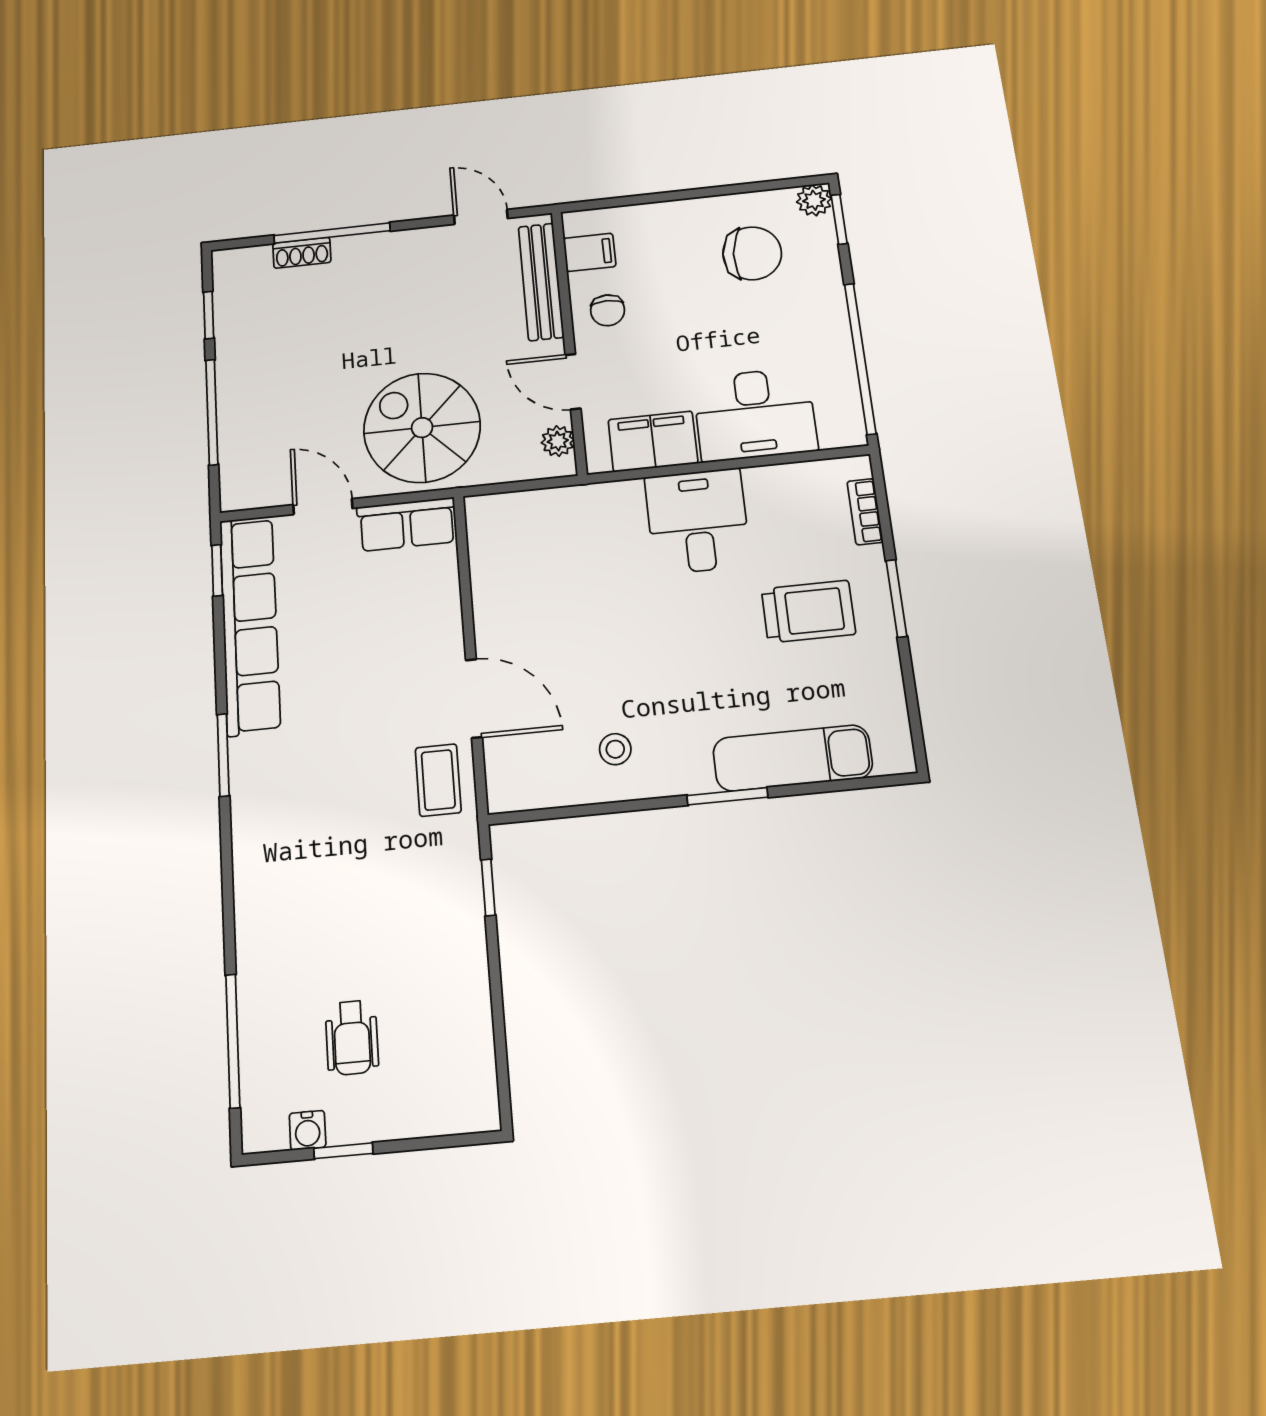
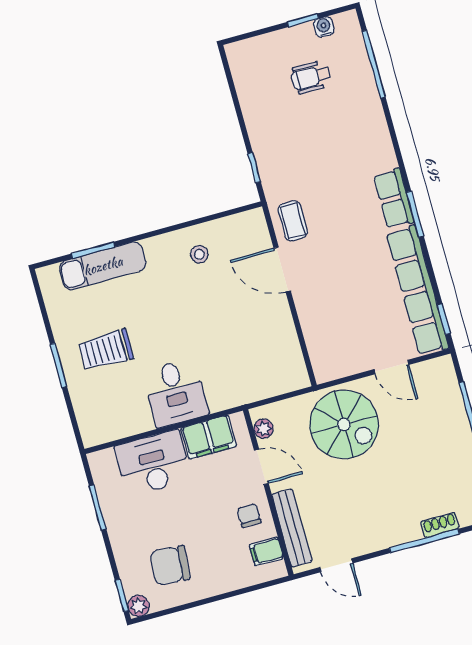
window: (860, 358) -> (98, 507), width x0.47
bookcase: (865, 512) -> (83, 414), removed
row of seats: (407, 524) -> (394, 199), moved, turned -90
window: (727, 796) -> (93, 250), moved
wheelchair: (352, 1038) -> (311, 77), turned -90

